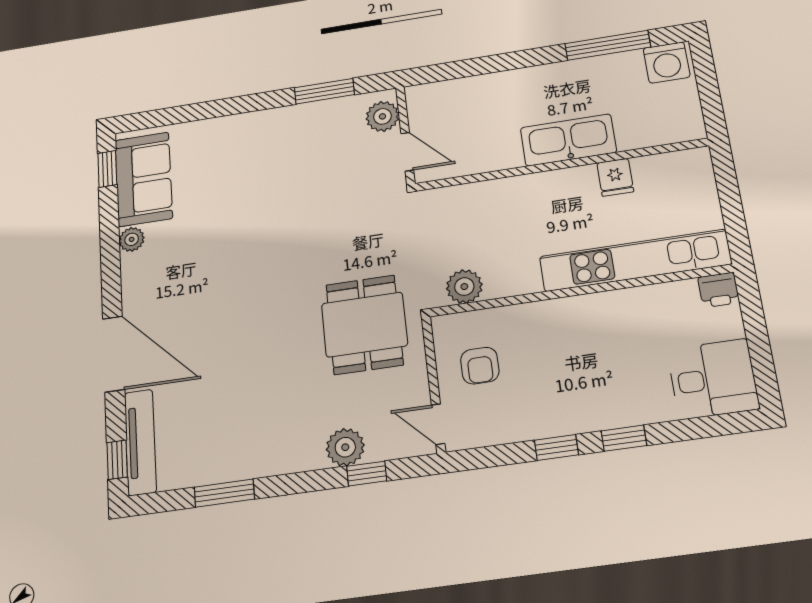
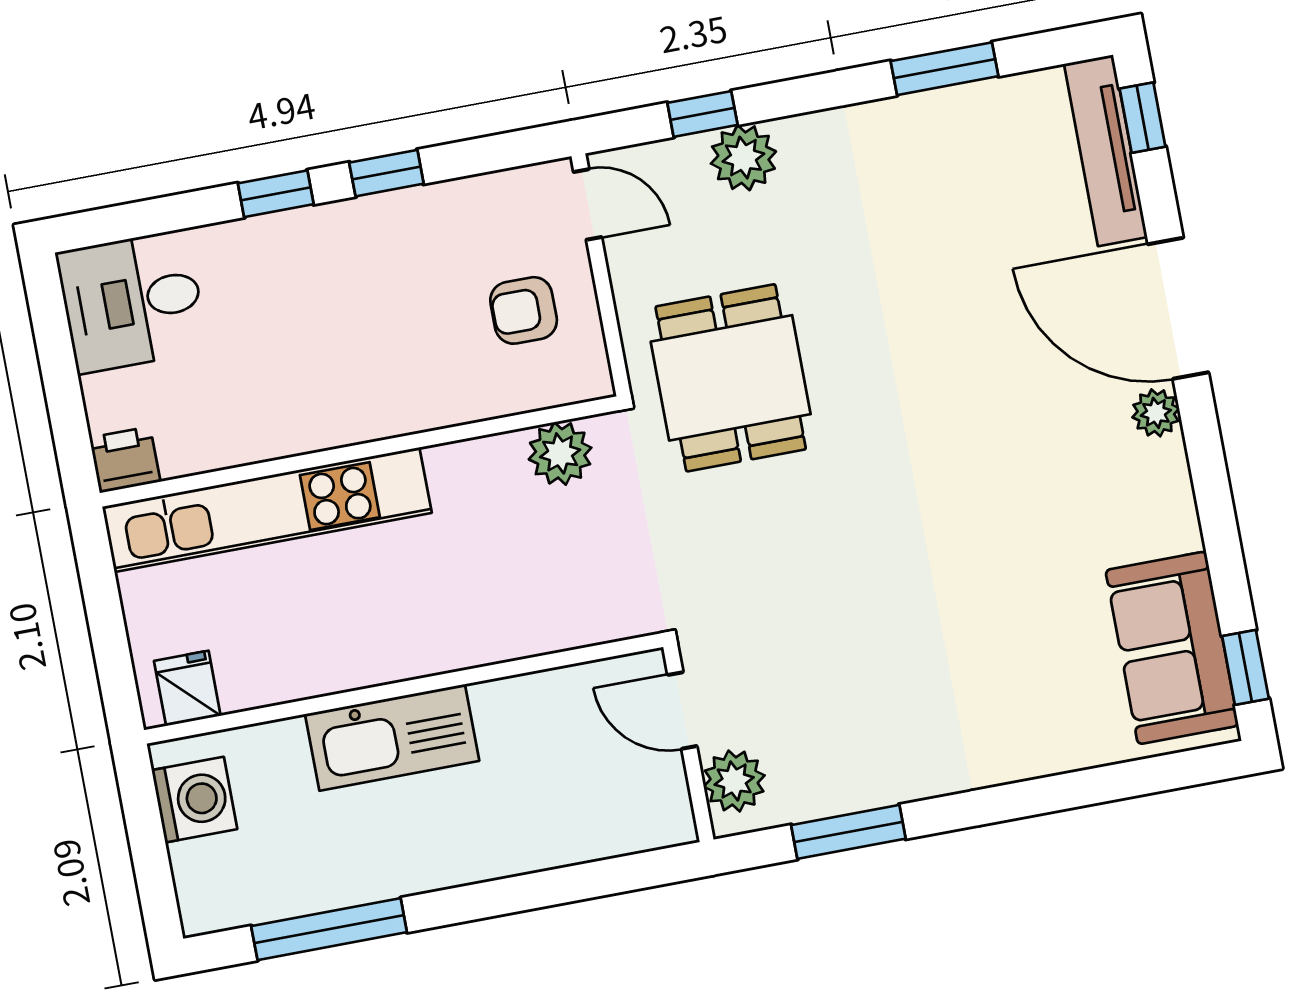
washing machine: (667, 63) -> (194, 800), moved, turned 90
fridge: (615, 177) -> (187, 688), moved
plant: (132, 239) -> (1156, 413), moved
armchair: (480, 366) -> (524, 310), turned -90

